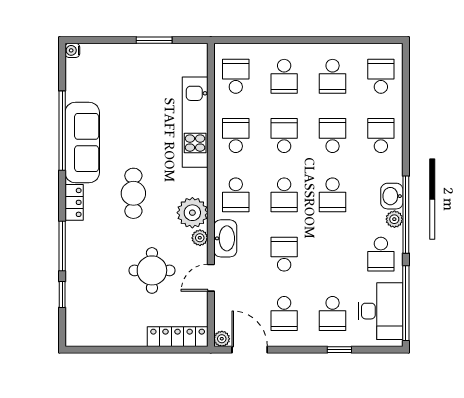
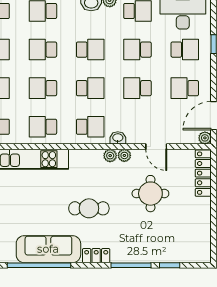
plant: (192, 213) -> (110, 156), width x0.53, depth x0.53
washbasin: (225, 238) -> (118, 138), width x0.52, depth x0.69
school desk: (333, 254) -> (137, 50), added
school desk: (284, 313) -> (185, 88), turned 180

